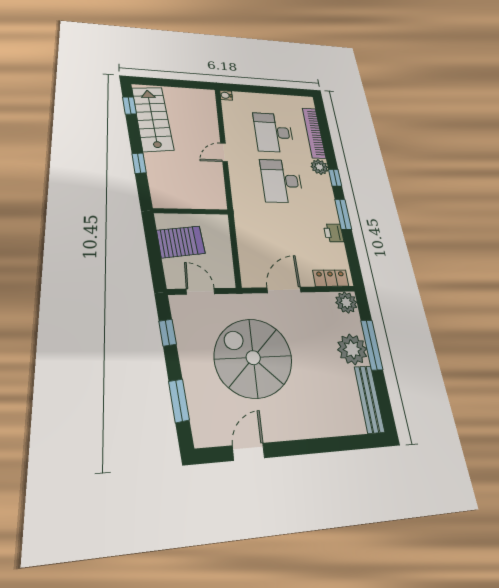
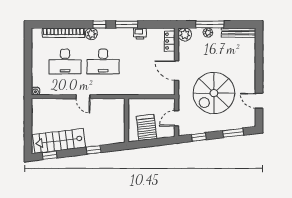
plant: (352, 349) -> (208, 33), width x0.53, depth x0.53

